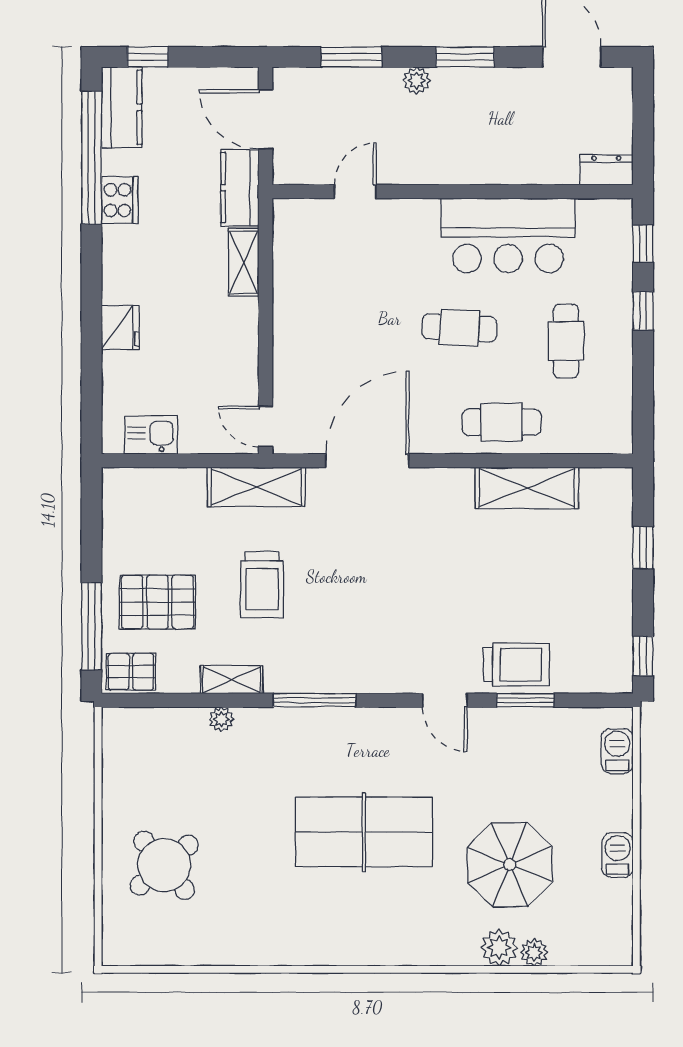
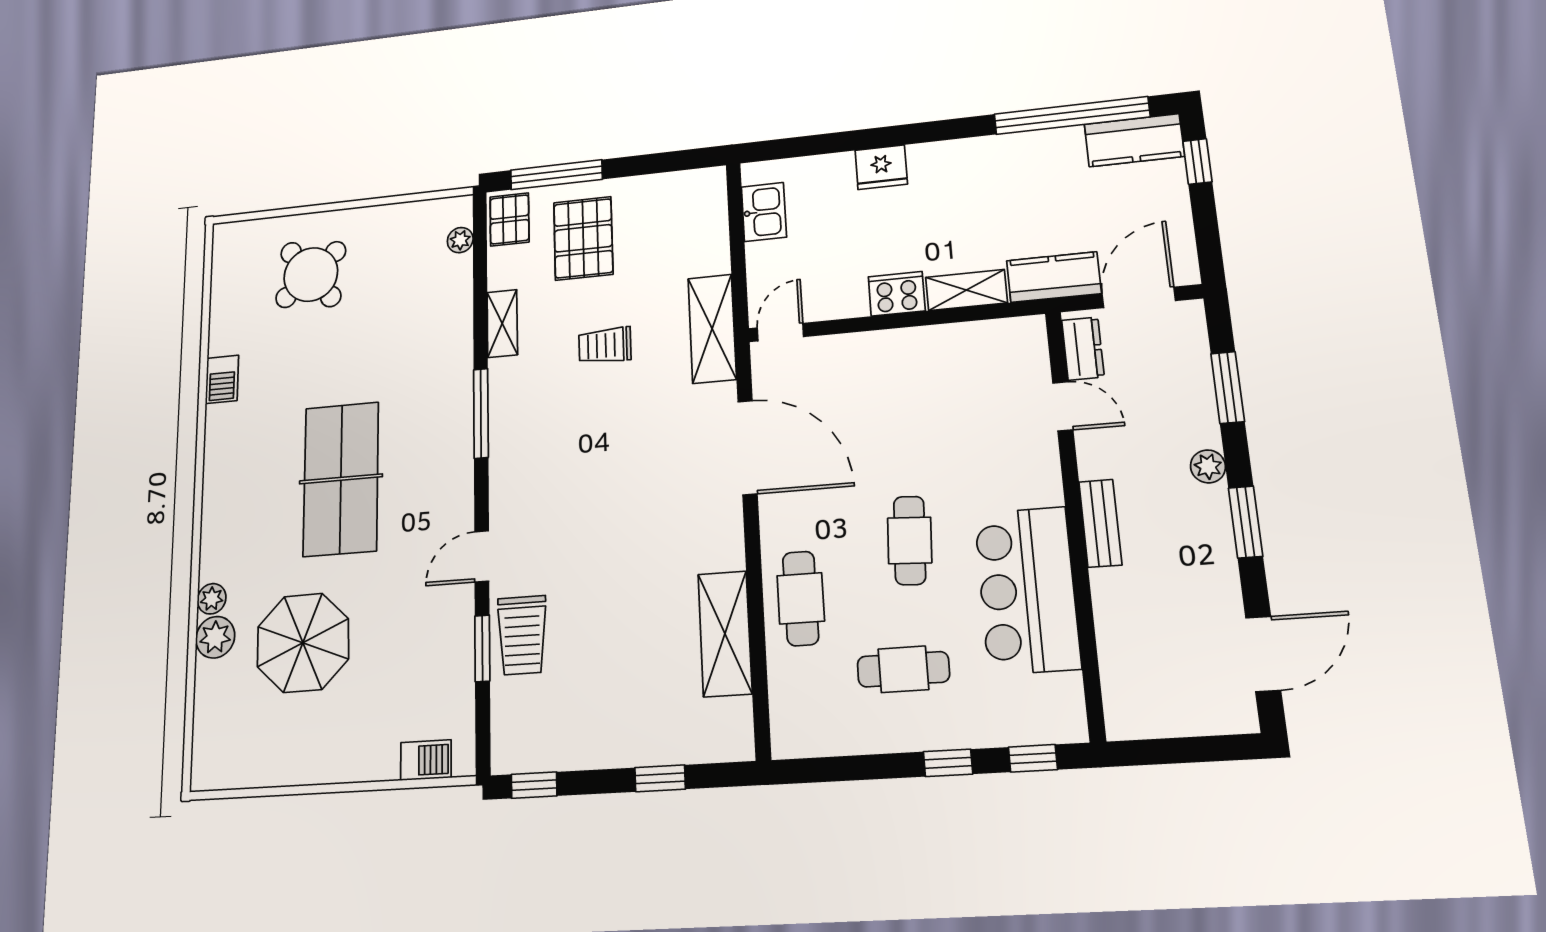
dresser: (606, 170) -> (1083, 349), moved
bench: (457, 171) -> (1100, 523), added
cooker: (120, 200) -> (897, 294), moved, turned 180
trolley: (262, 585) -> (605, 345), width x0.73, depth x0.72
plant: (221, 719) -> (460, 240), moved
barbecue: (617, 855) -> (222, 379), moved, turned 90
plant: (534, 952) -> (212, 599), moved

